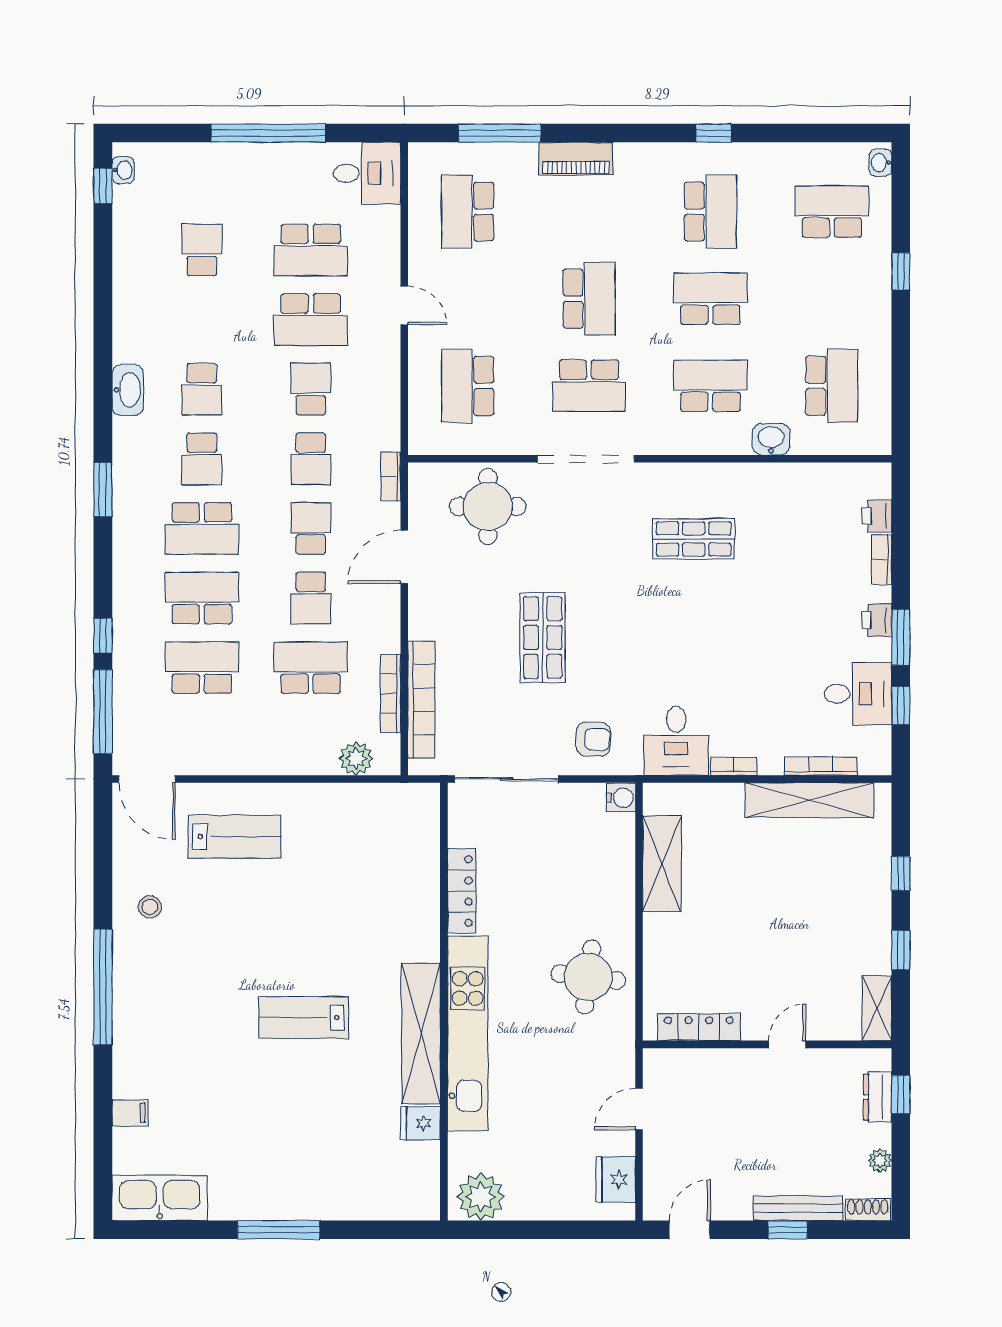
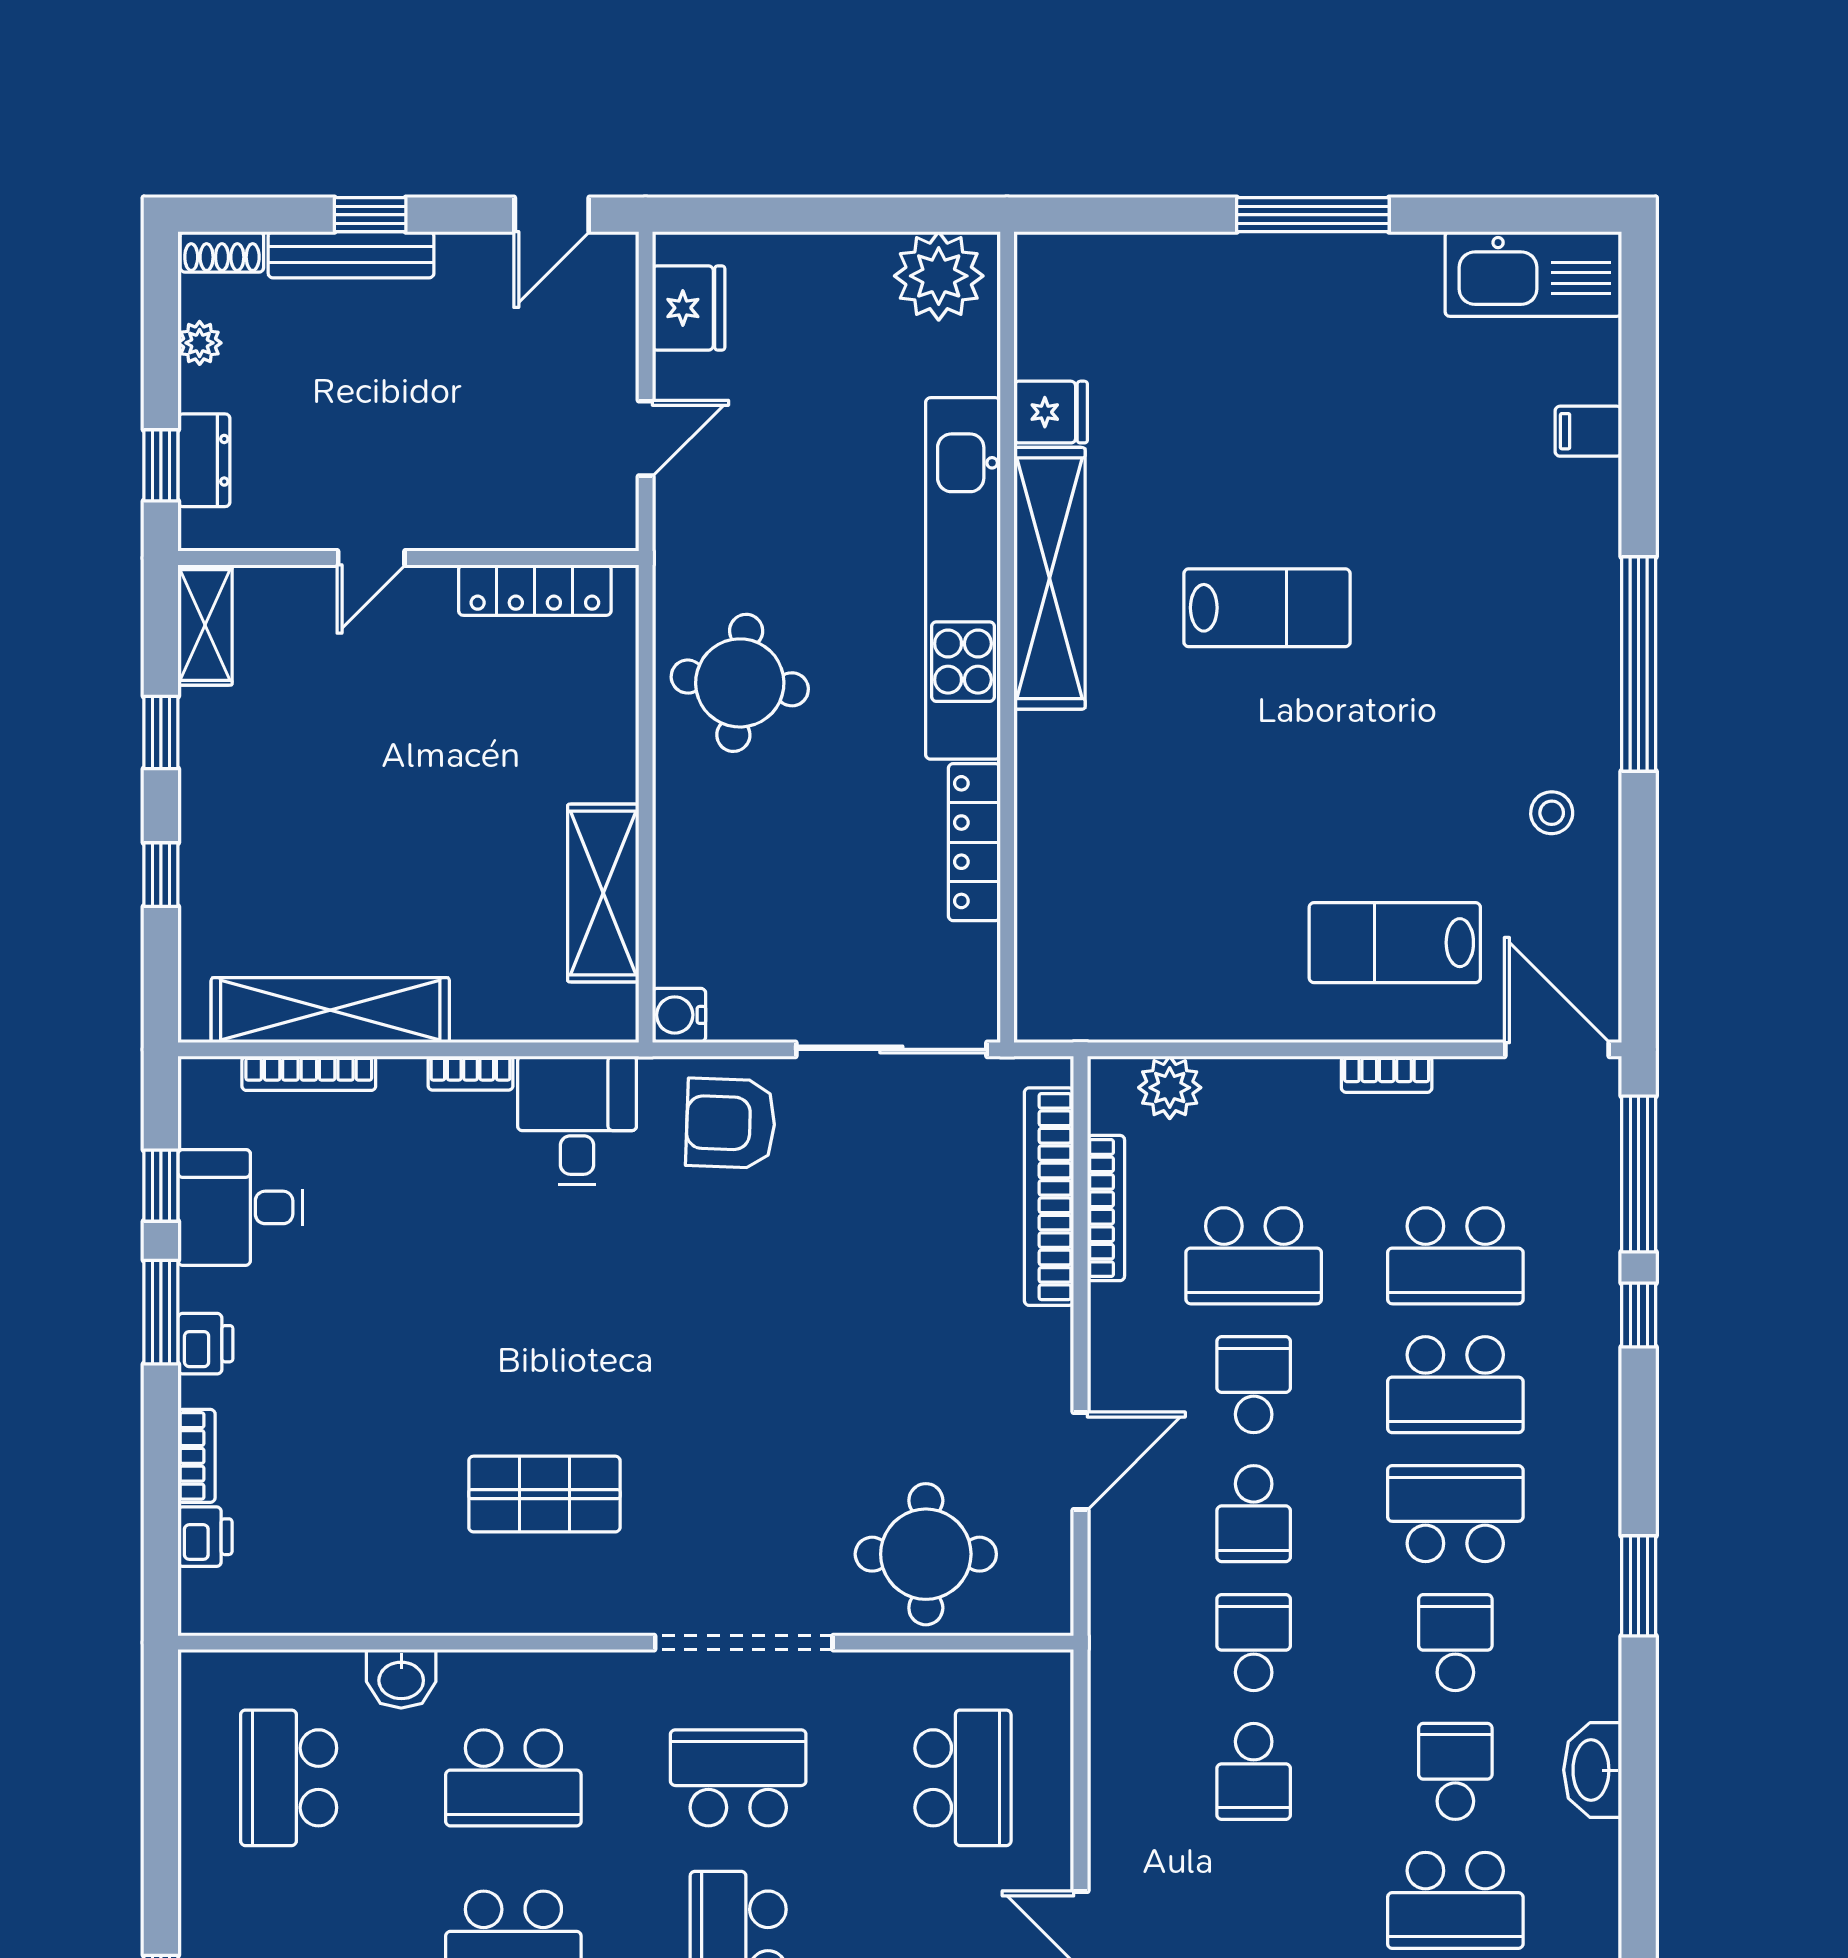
school desk: (311, 320) -> (1455, 1900), moved, turned 180
bookcase: (391, 477) -> (1387, 1074), moved, turned 90
shop shelf: (543, 638) -> (824, 1312), removed
armchair: (593, 739) -> (731, 1123), width x1.38, depth x1.38

